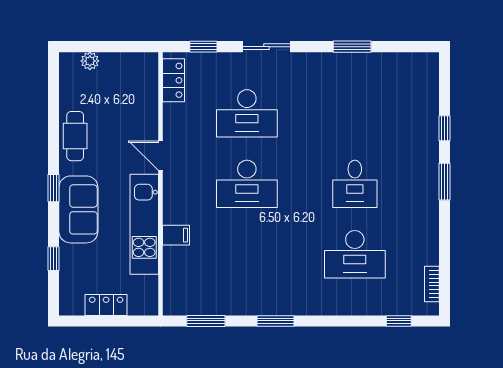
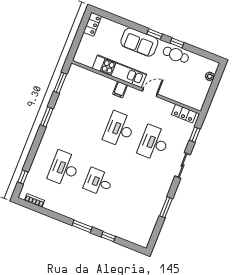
filing cabinet: (176, 235) -> (120, 90), moved
window: (54, 259) -> (177, 43), moved
locker: (106, 305) -> (92, 24), moved

